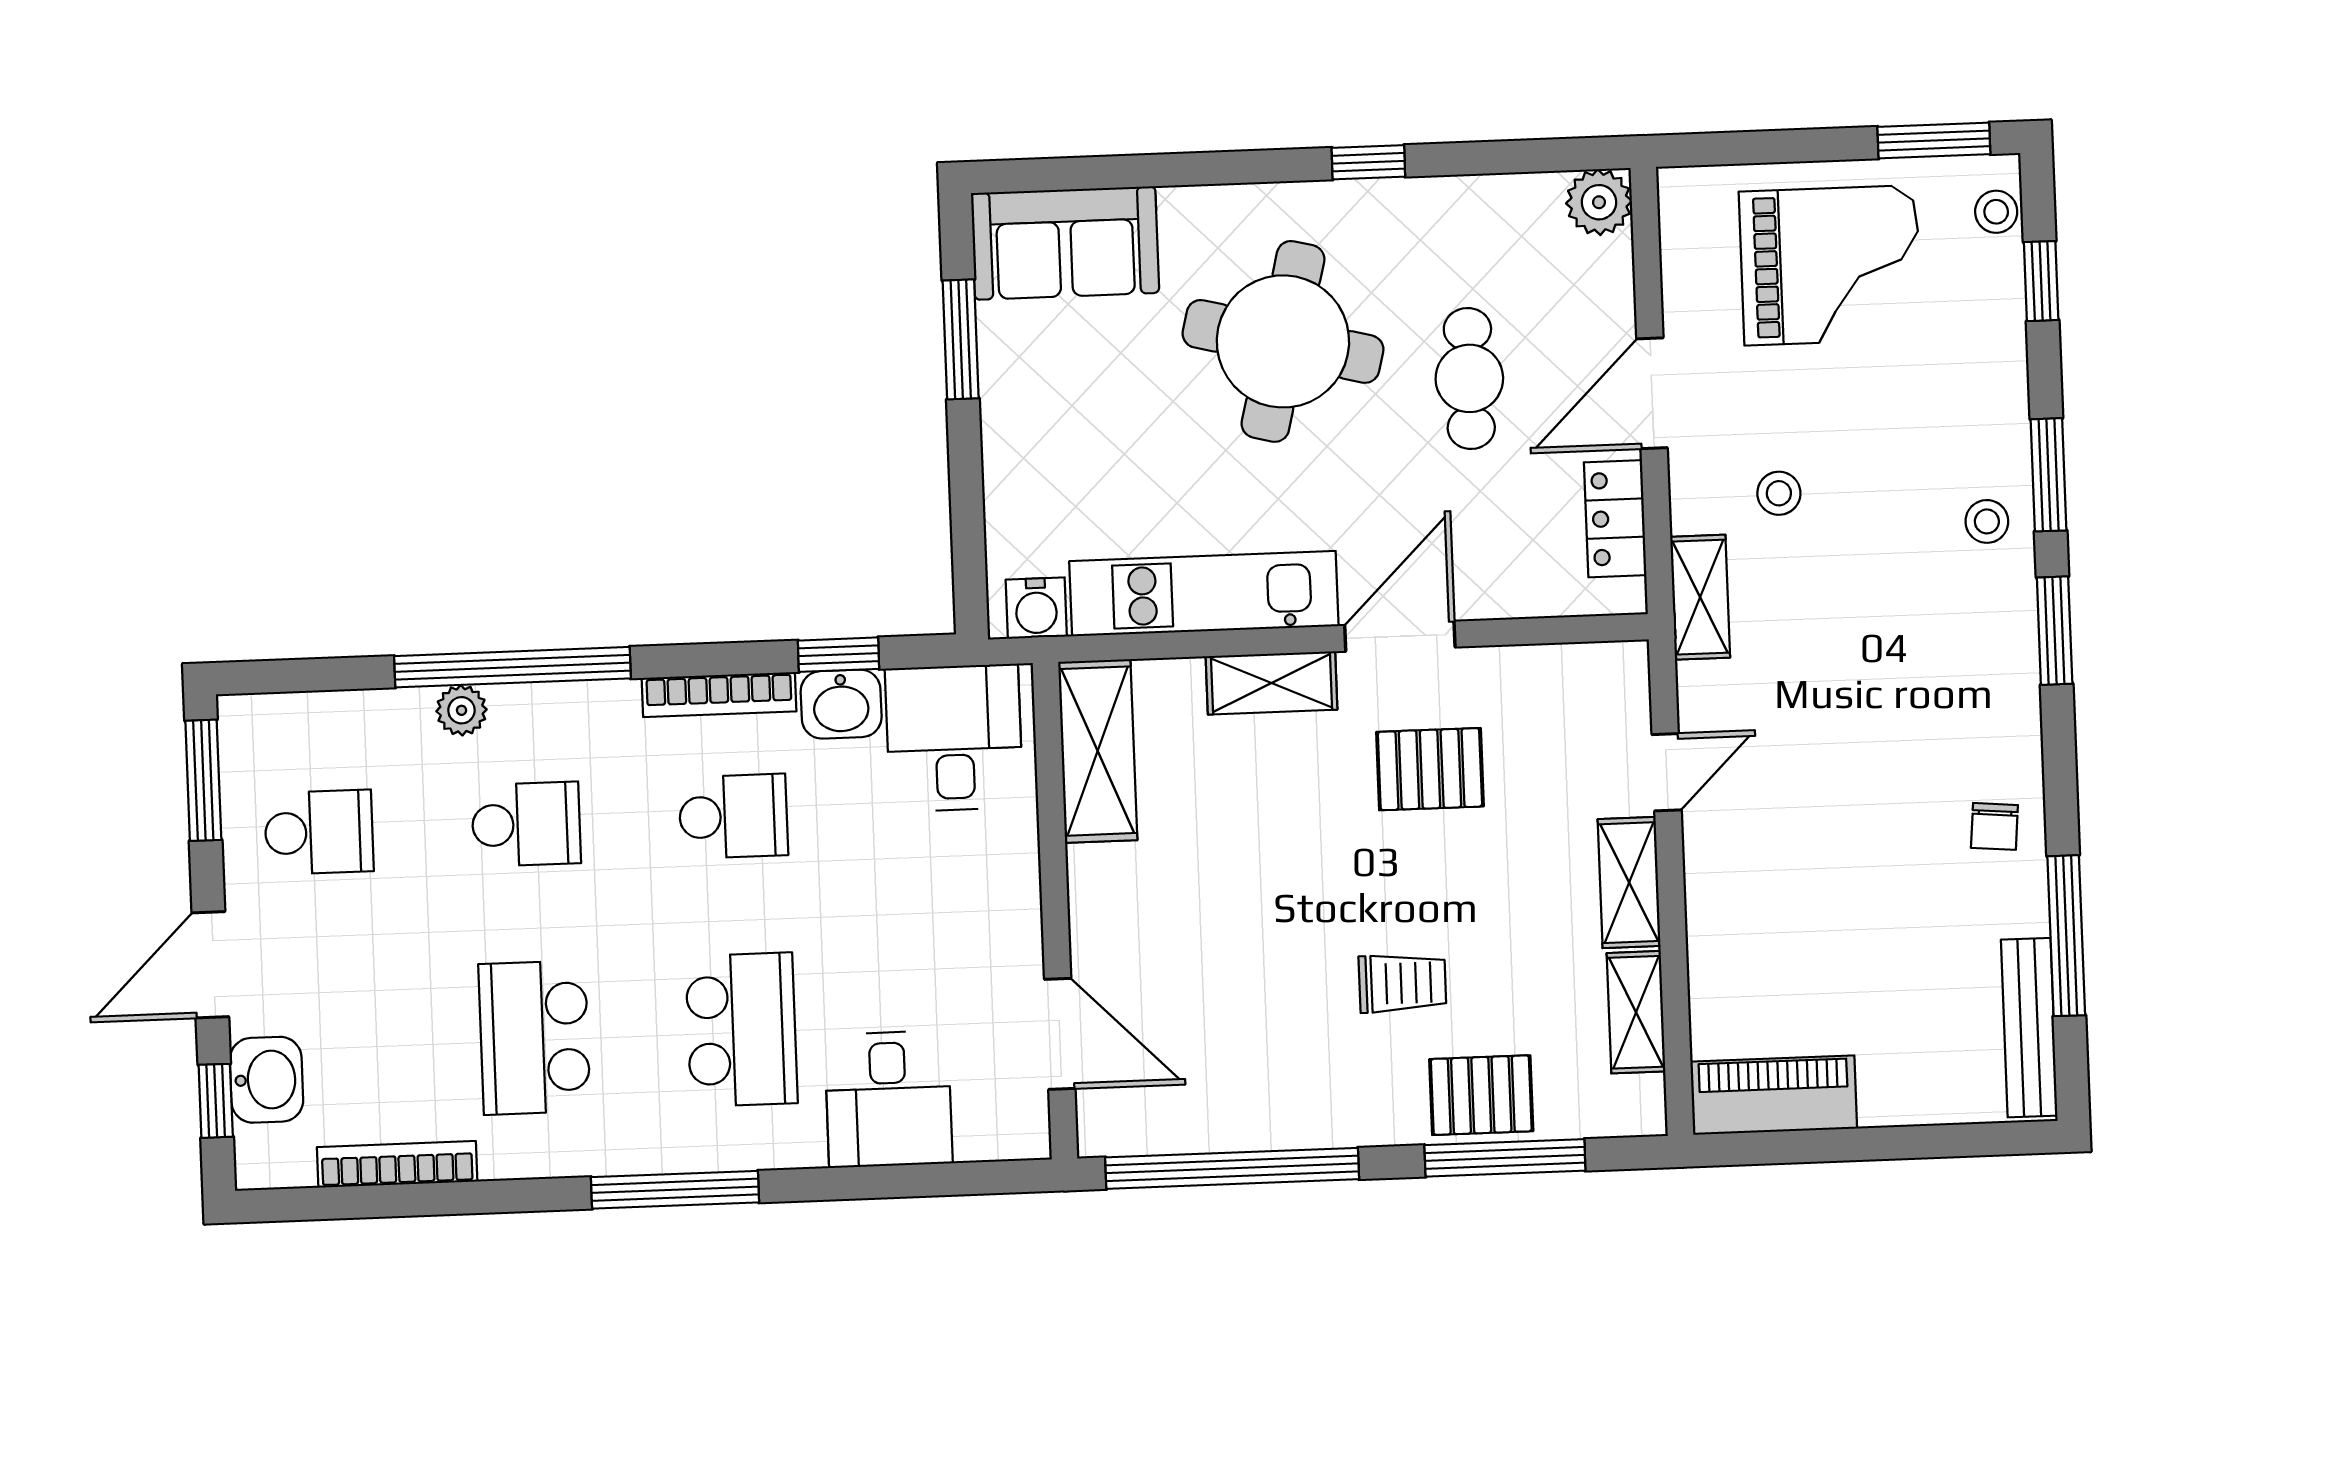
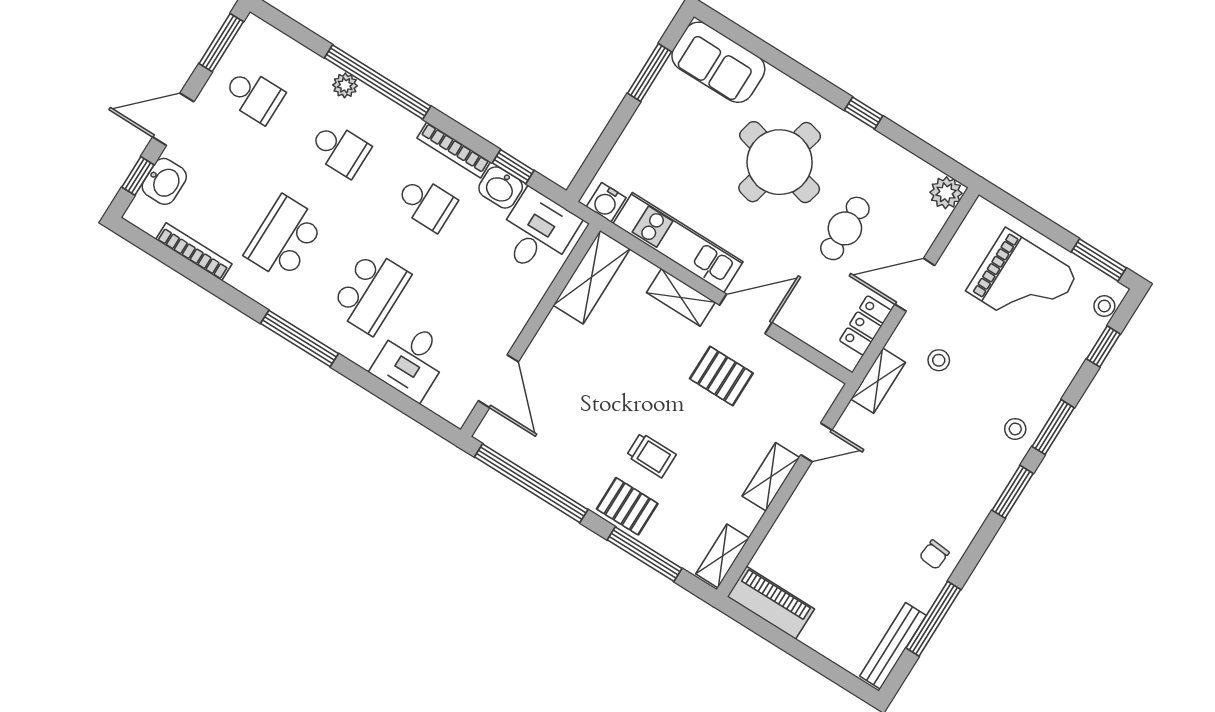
shelving: (1636, 1012) -> (722, 556), moved
pallet: (1481, 1095) -> (627, 506), moved

